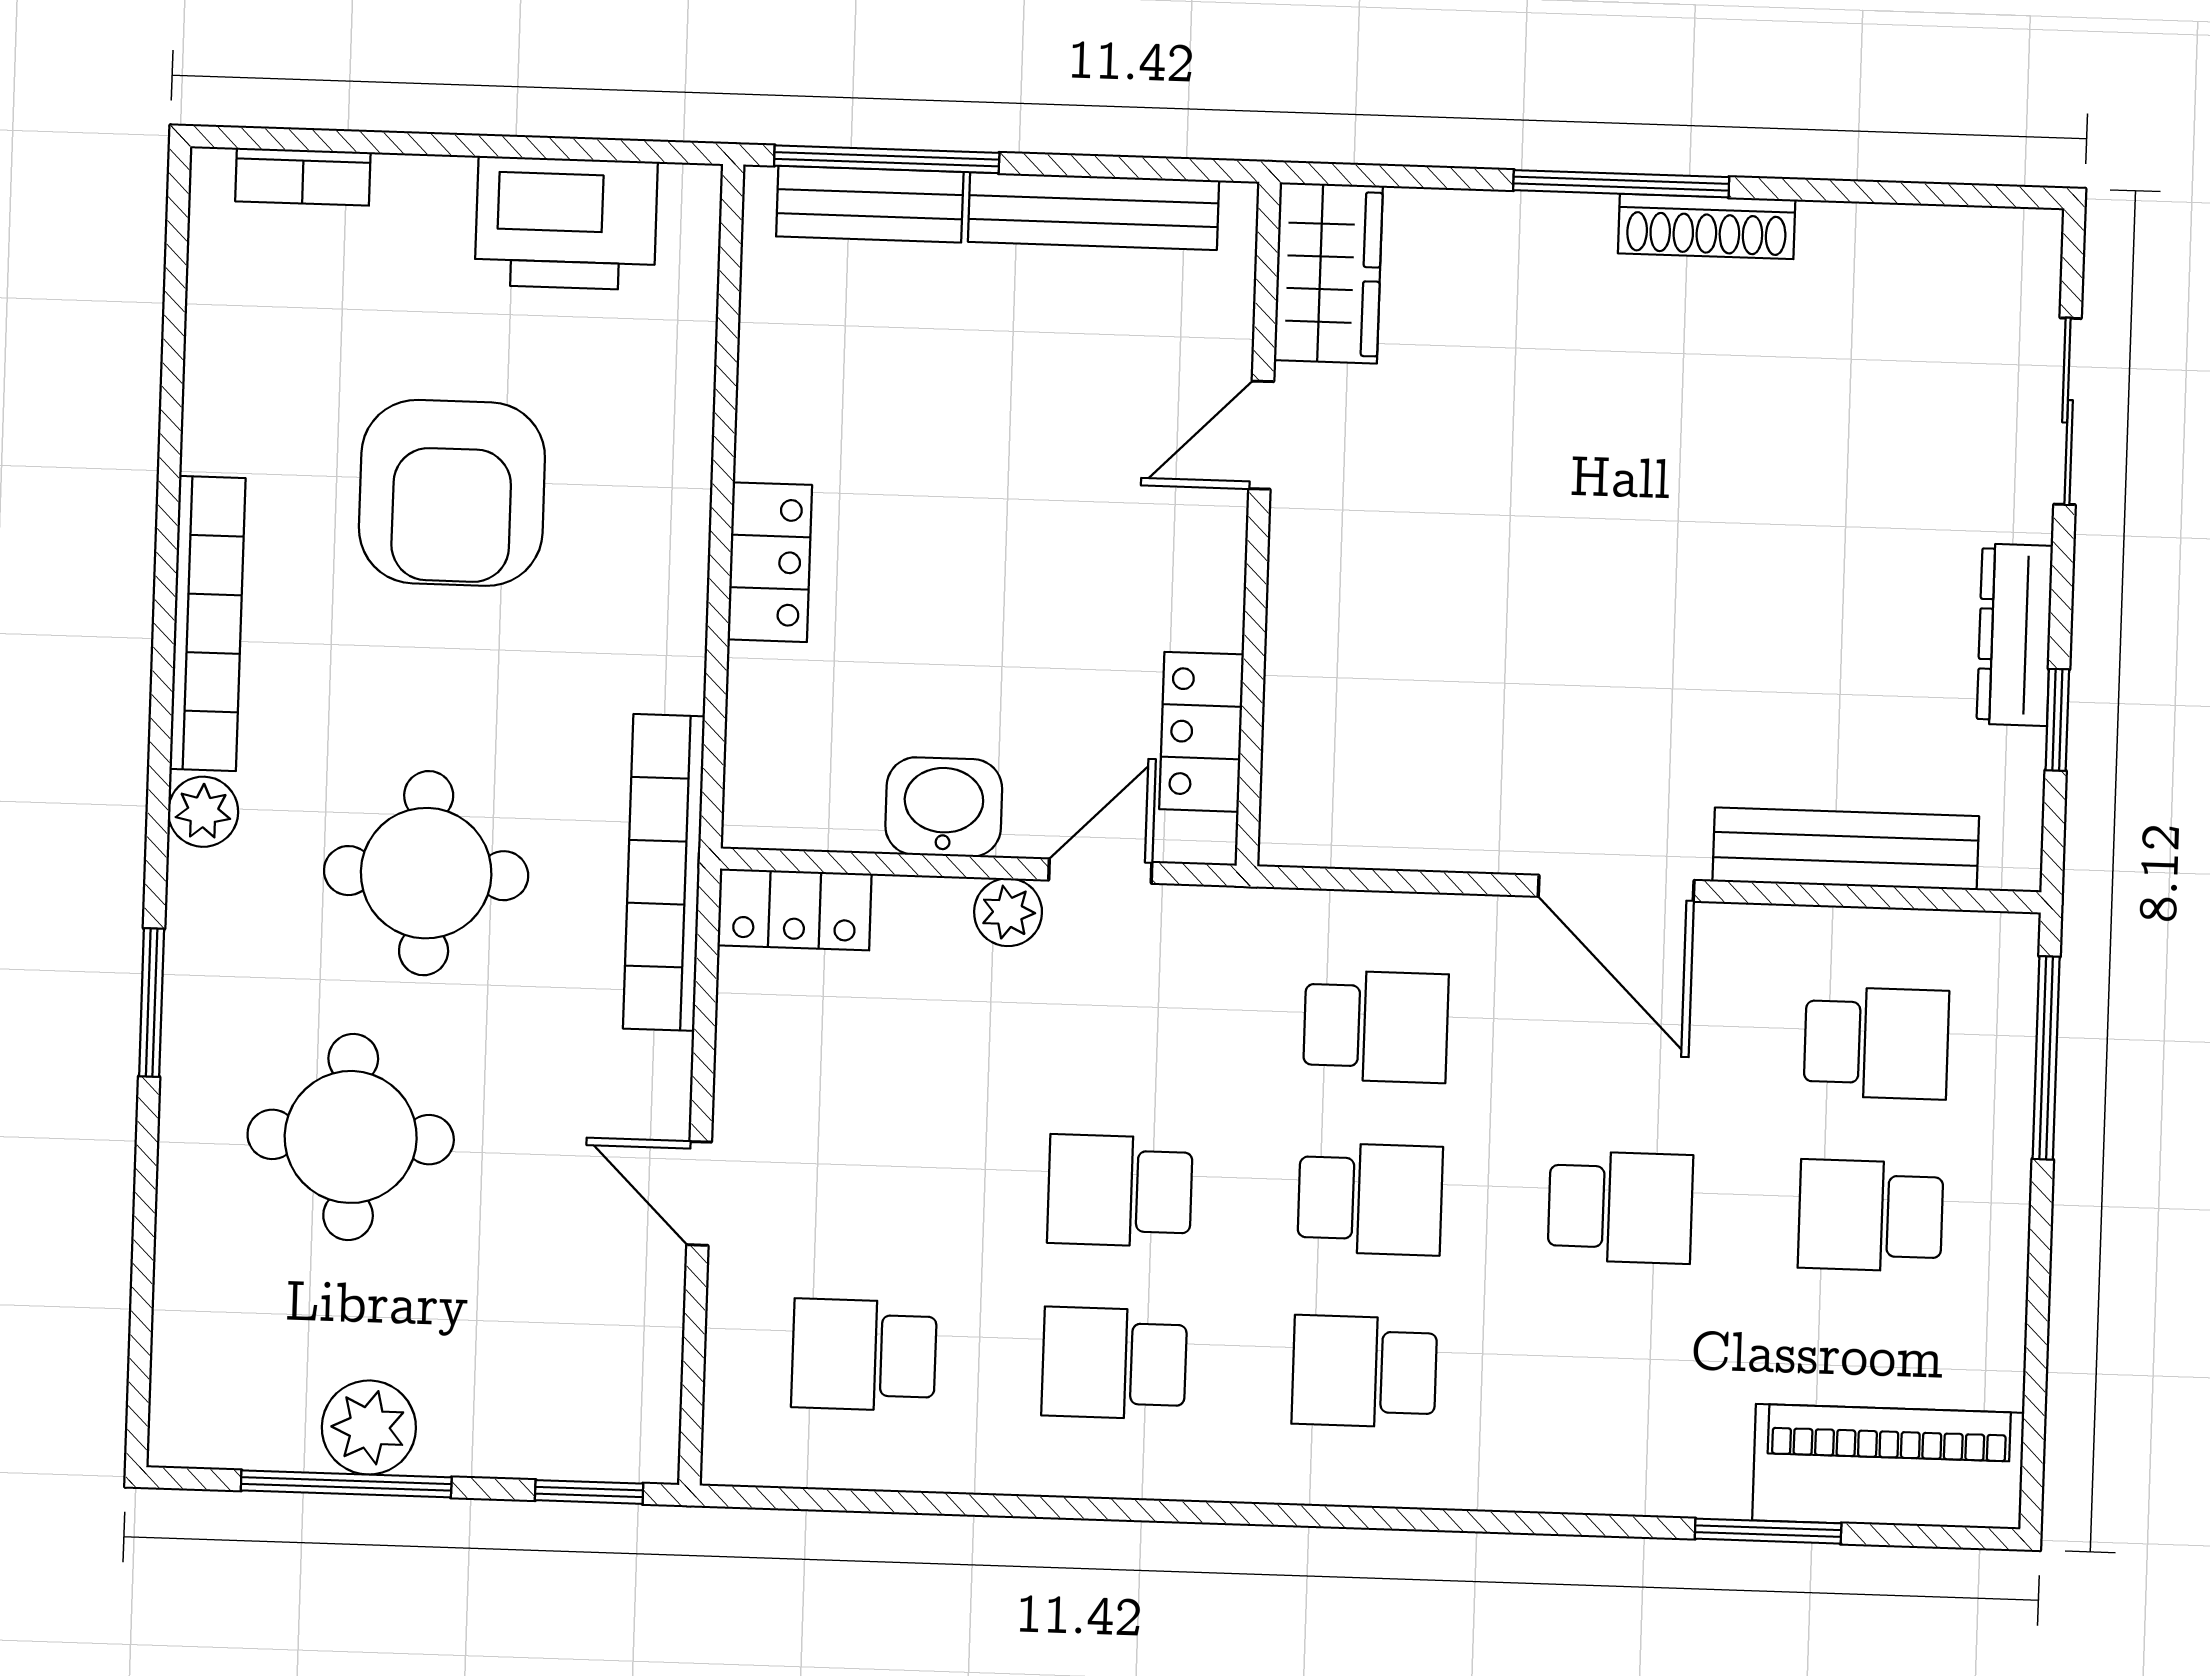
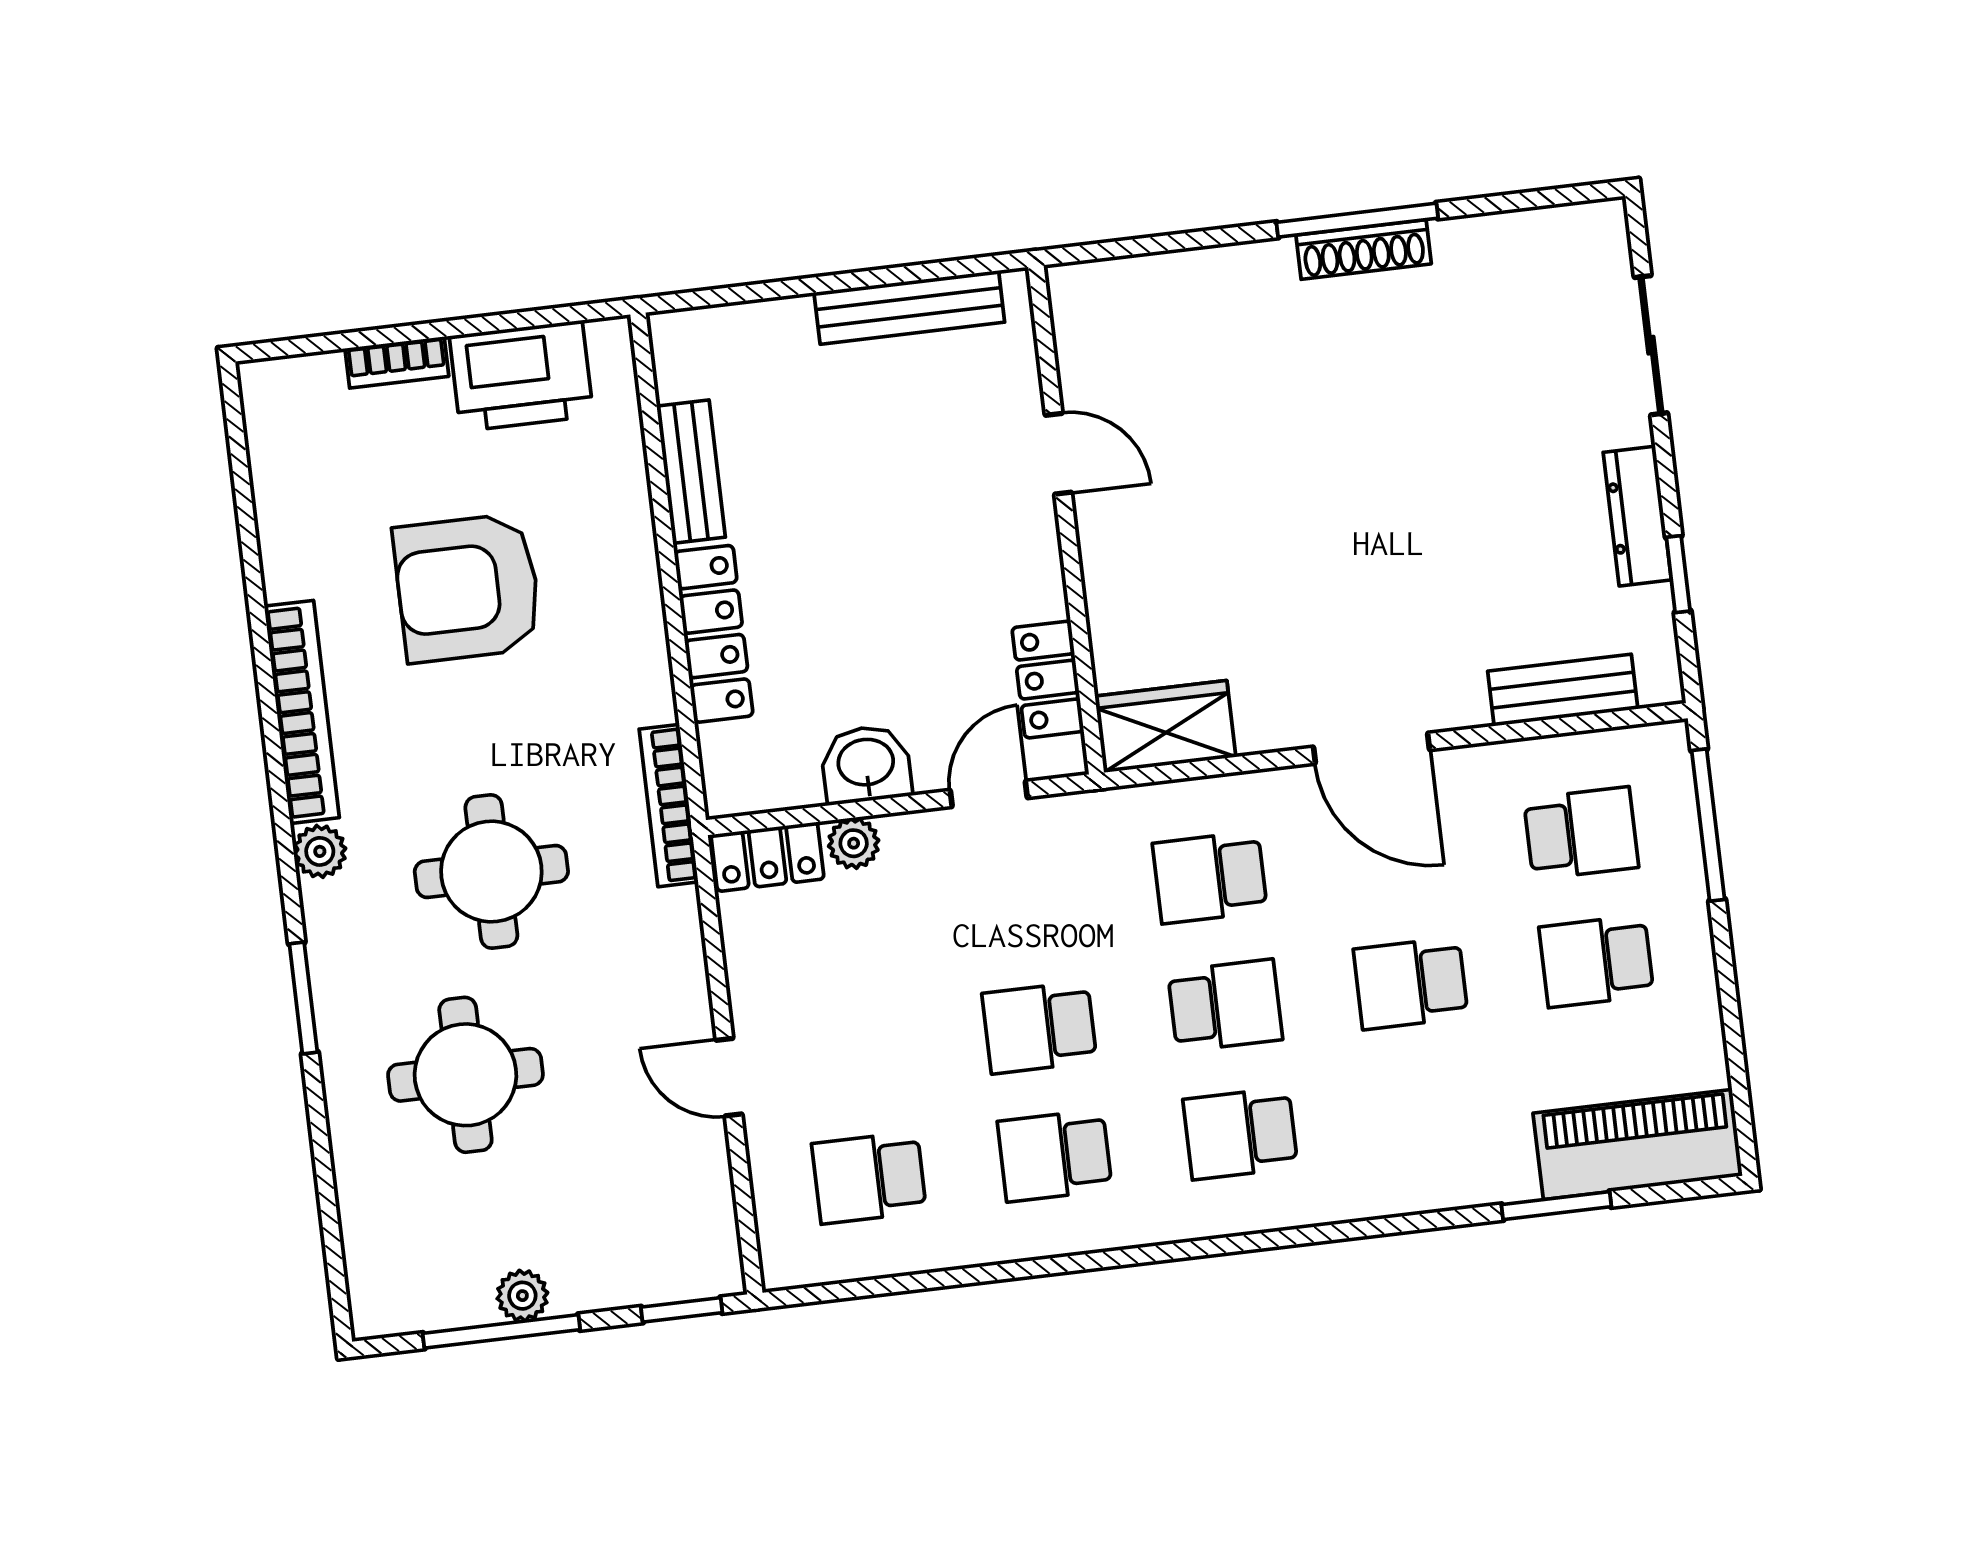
window: (887, 159) -> (751, 293), removed
bookcase: (303, 177) -> (397, 362), moved
window: (1621, 184) -> (1357, 220), moved
bench: (870, 204) -> (691, 472), moved, turned 90
wardrobe: (1328, 273) -> (1165, 727), moved, turned -90
door: (1261, 435) -> (1058, 454), swing flipped
armchair: (452, 493) -> (468, 588), turned 90
locker: (770, 562) -> (714, 634), width x1.53
bench: (1846, 849) -> (1563, 690), width x0.73
bookcase: (664, 872) -> (669, 806), width x0.68, depth x0.76
plant: (1008, 912) -> (854, 843), moved
school desk: (1376, 1026) -> (1210, 877), turned 180
school desk: (1620, 1207) -> (1411, 983), turned 180
plant: (369, 1428) -> (522, 1296), width x0.73, depth x0.73

